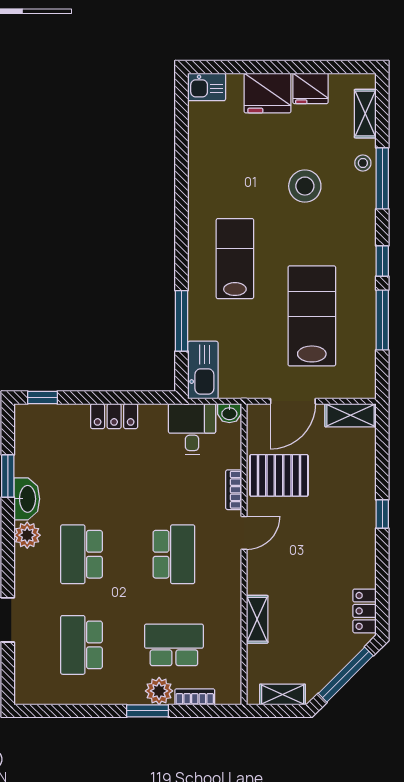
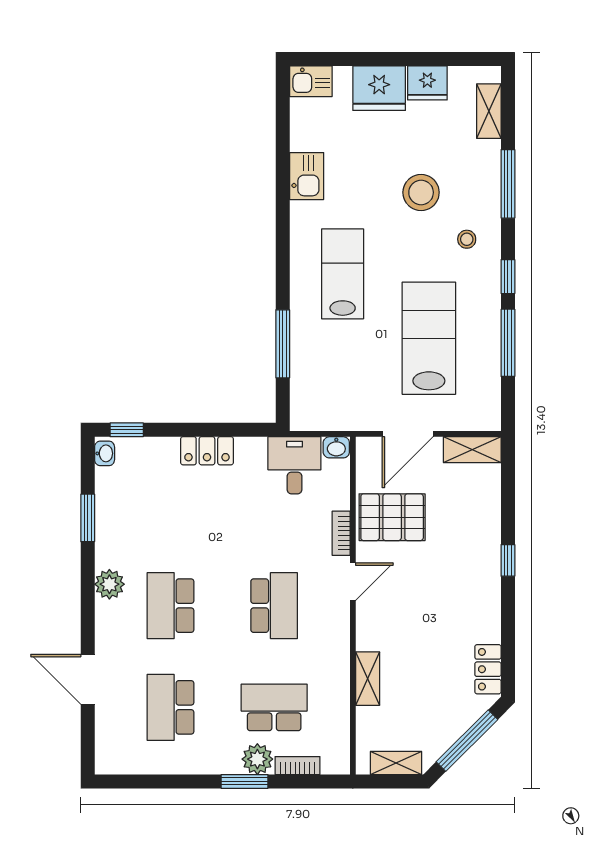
stool: (363, 163) -> (467, 239), moved
kitchen sink: (203, 370) -> (307, 176), moved, width x0.73
washbasin: (27, 499) -> (105, 453), moved, width x0.52, depth x0.69

